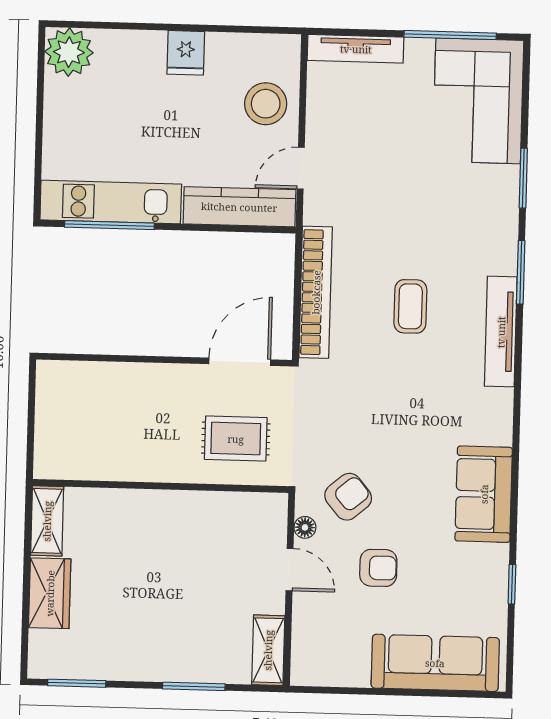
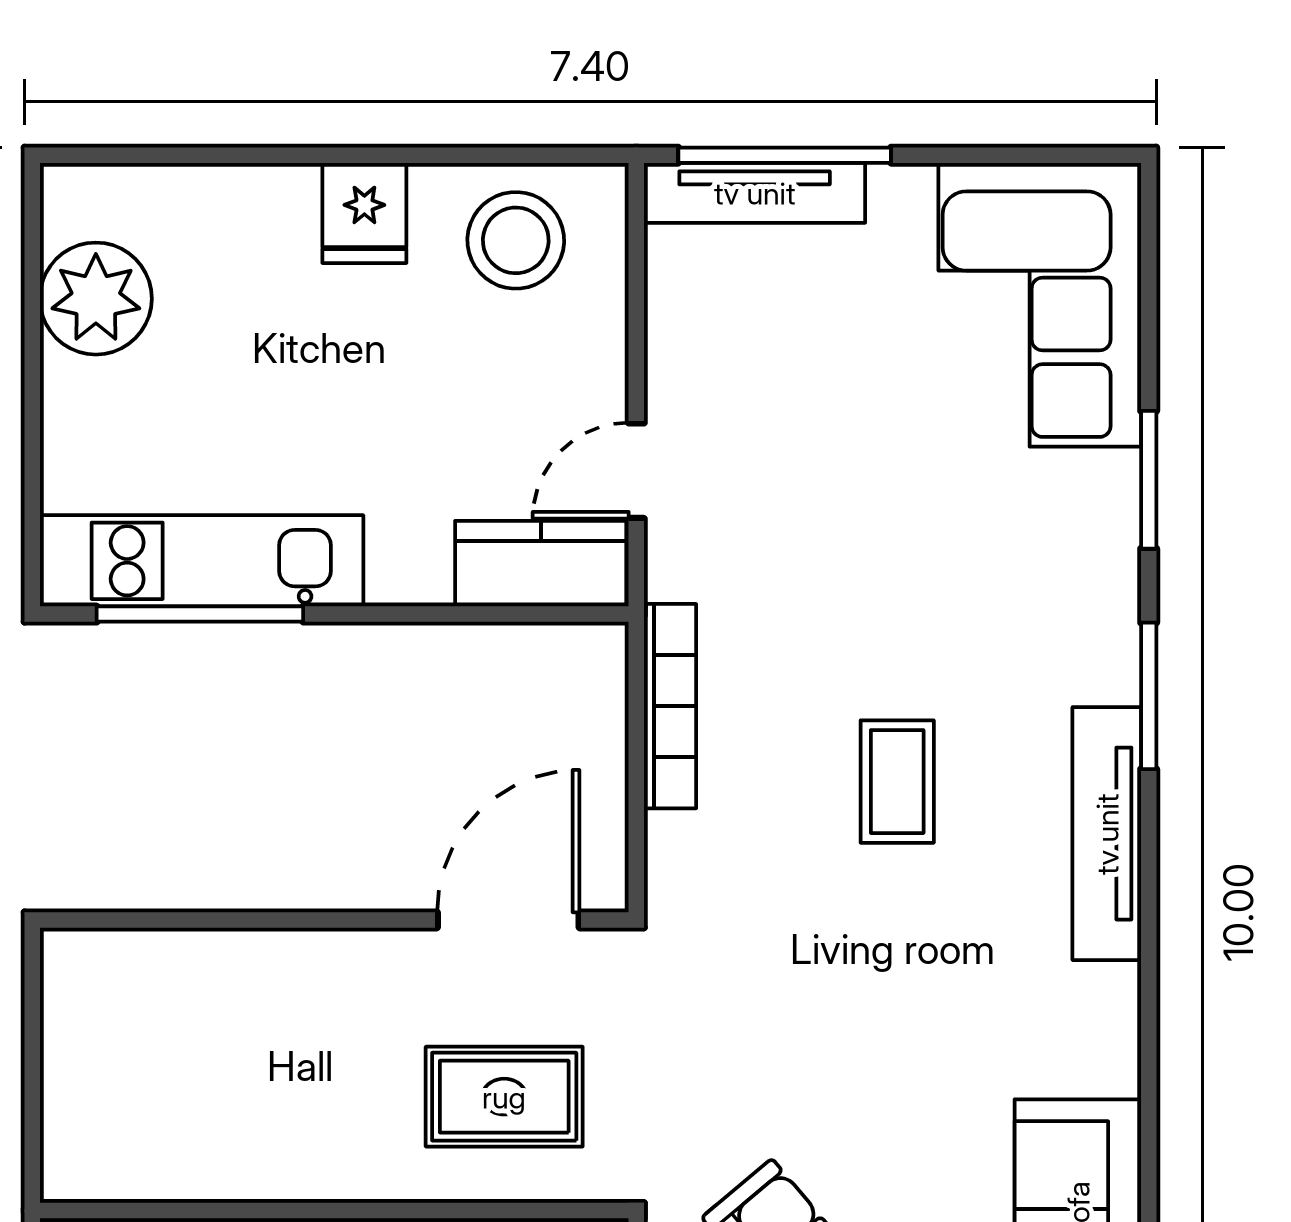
window: (450, 35) -> (785, 155), moved
plant: (69, 52) -> (96, 299), moved
stool: (266, 104) -> (516, 240), moved
kitchen counter: (239, 207) -> (541, 564), width x0.67
bookcase: (316, 292) -> (670, 706), width x0.68, depth x0.76

